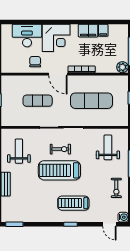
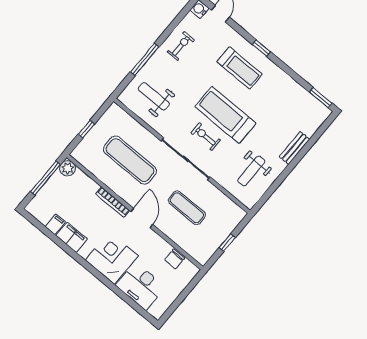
chair: (35, 62) -> (175, 259), moved
weight bench: (108, 147) -> (154, 96), turned 90
treadmill: (59, 170) -> (225, 115), turned 180

